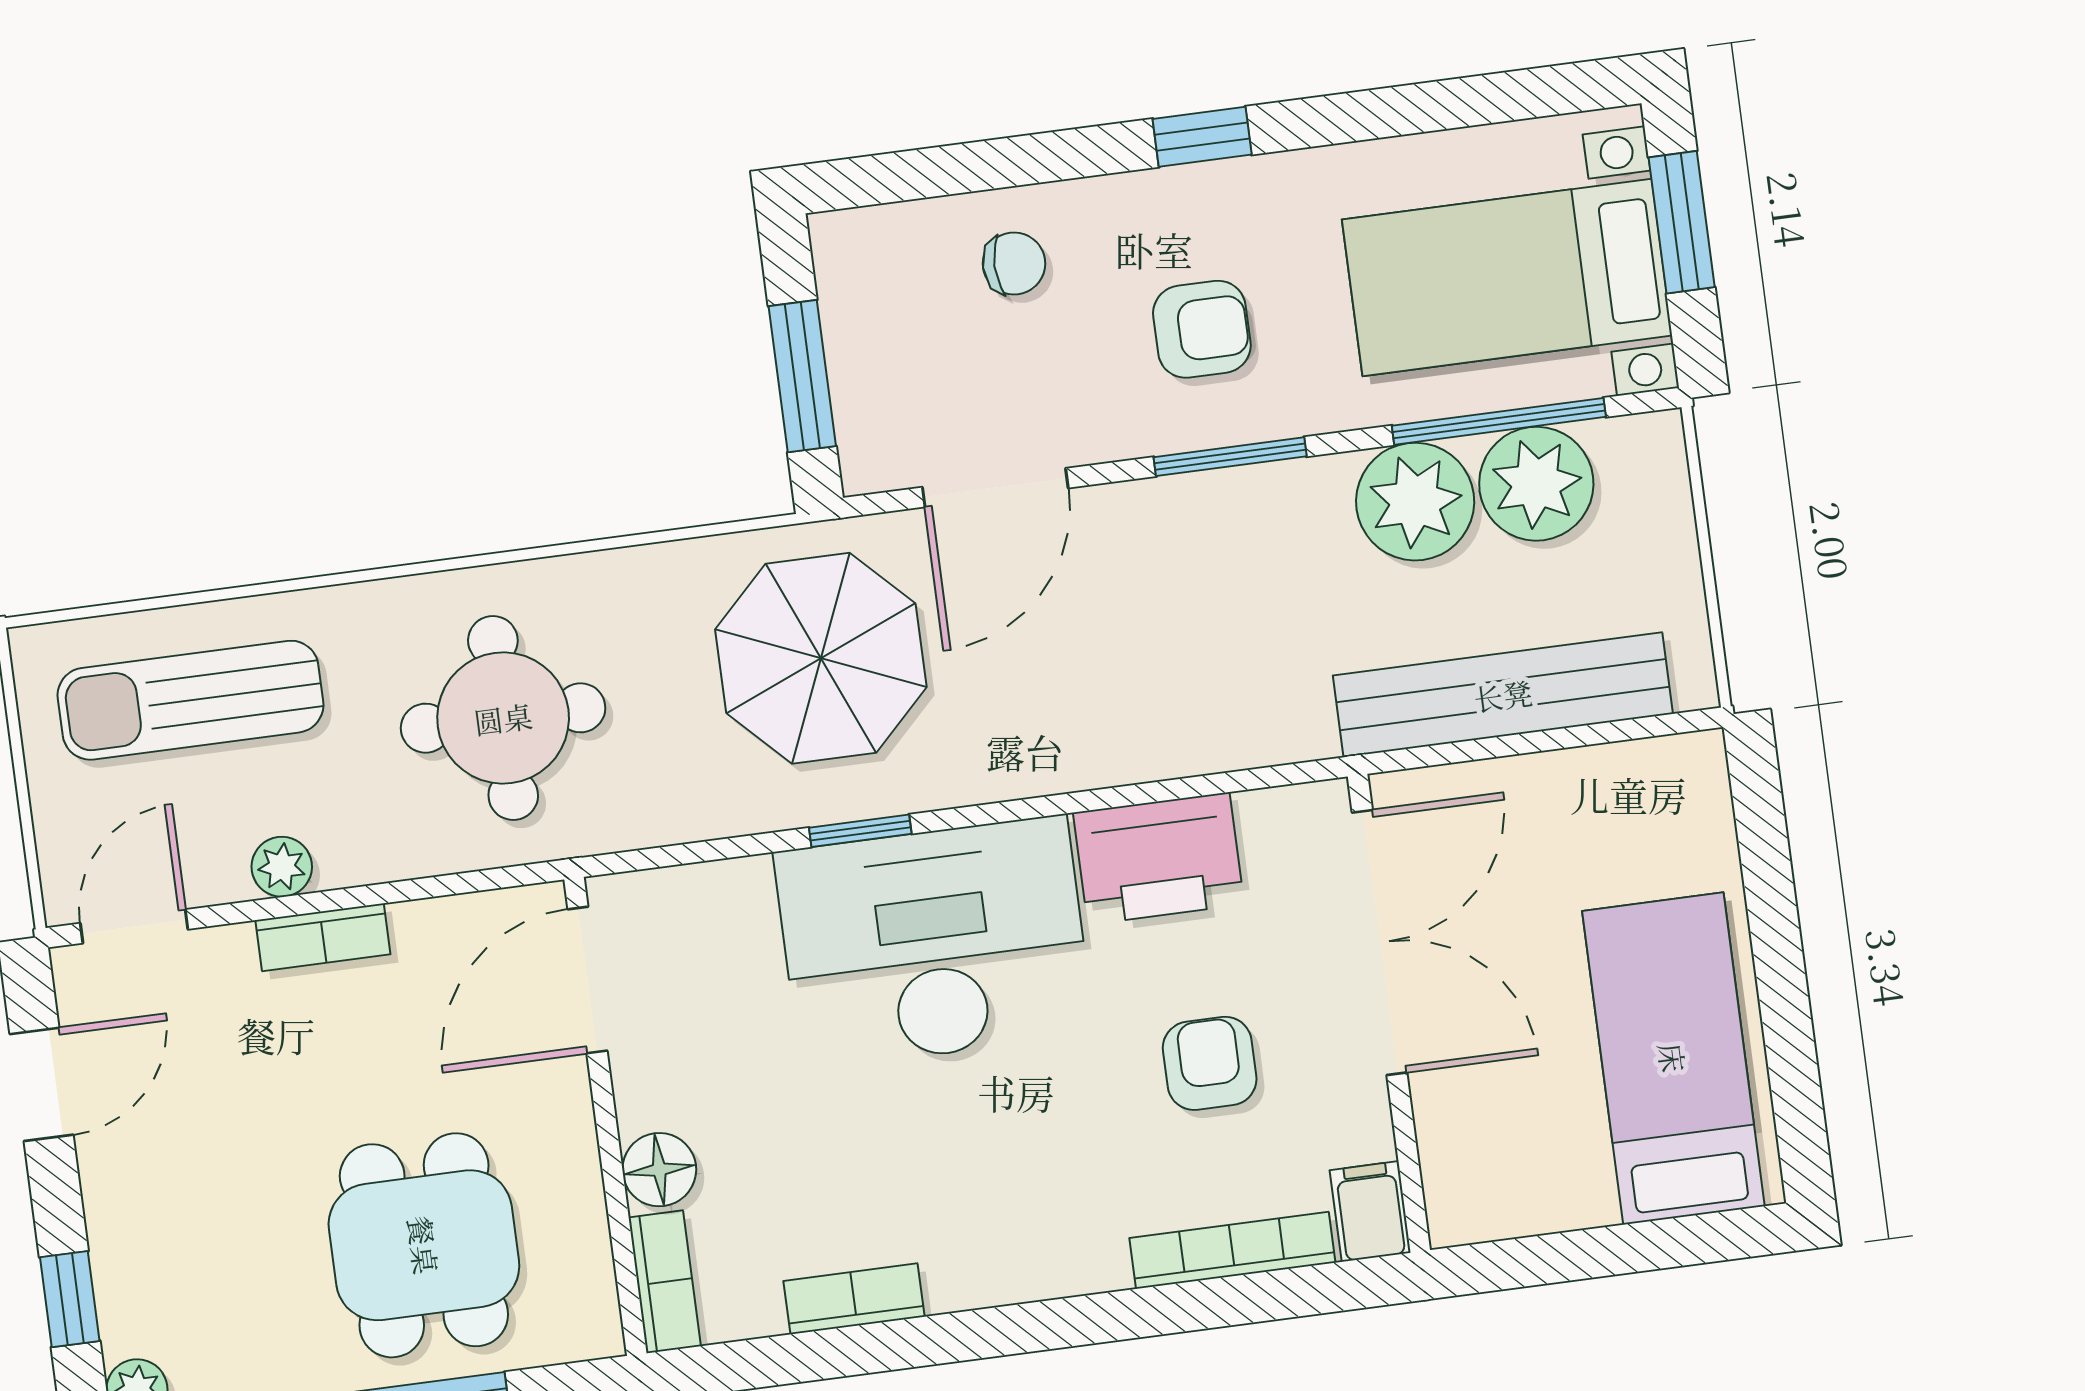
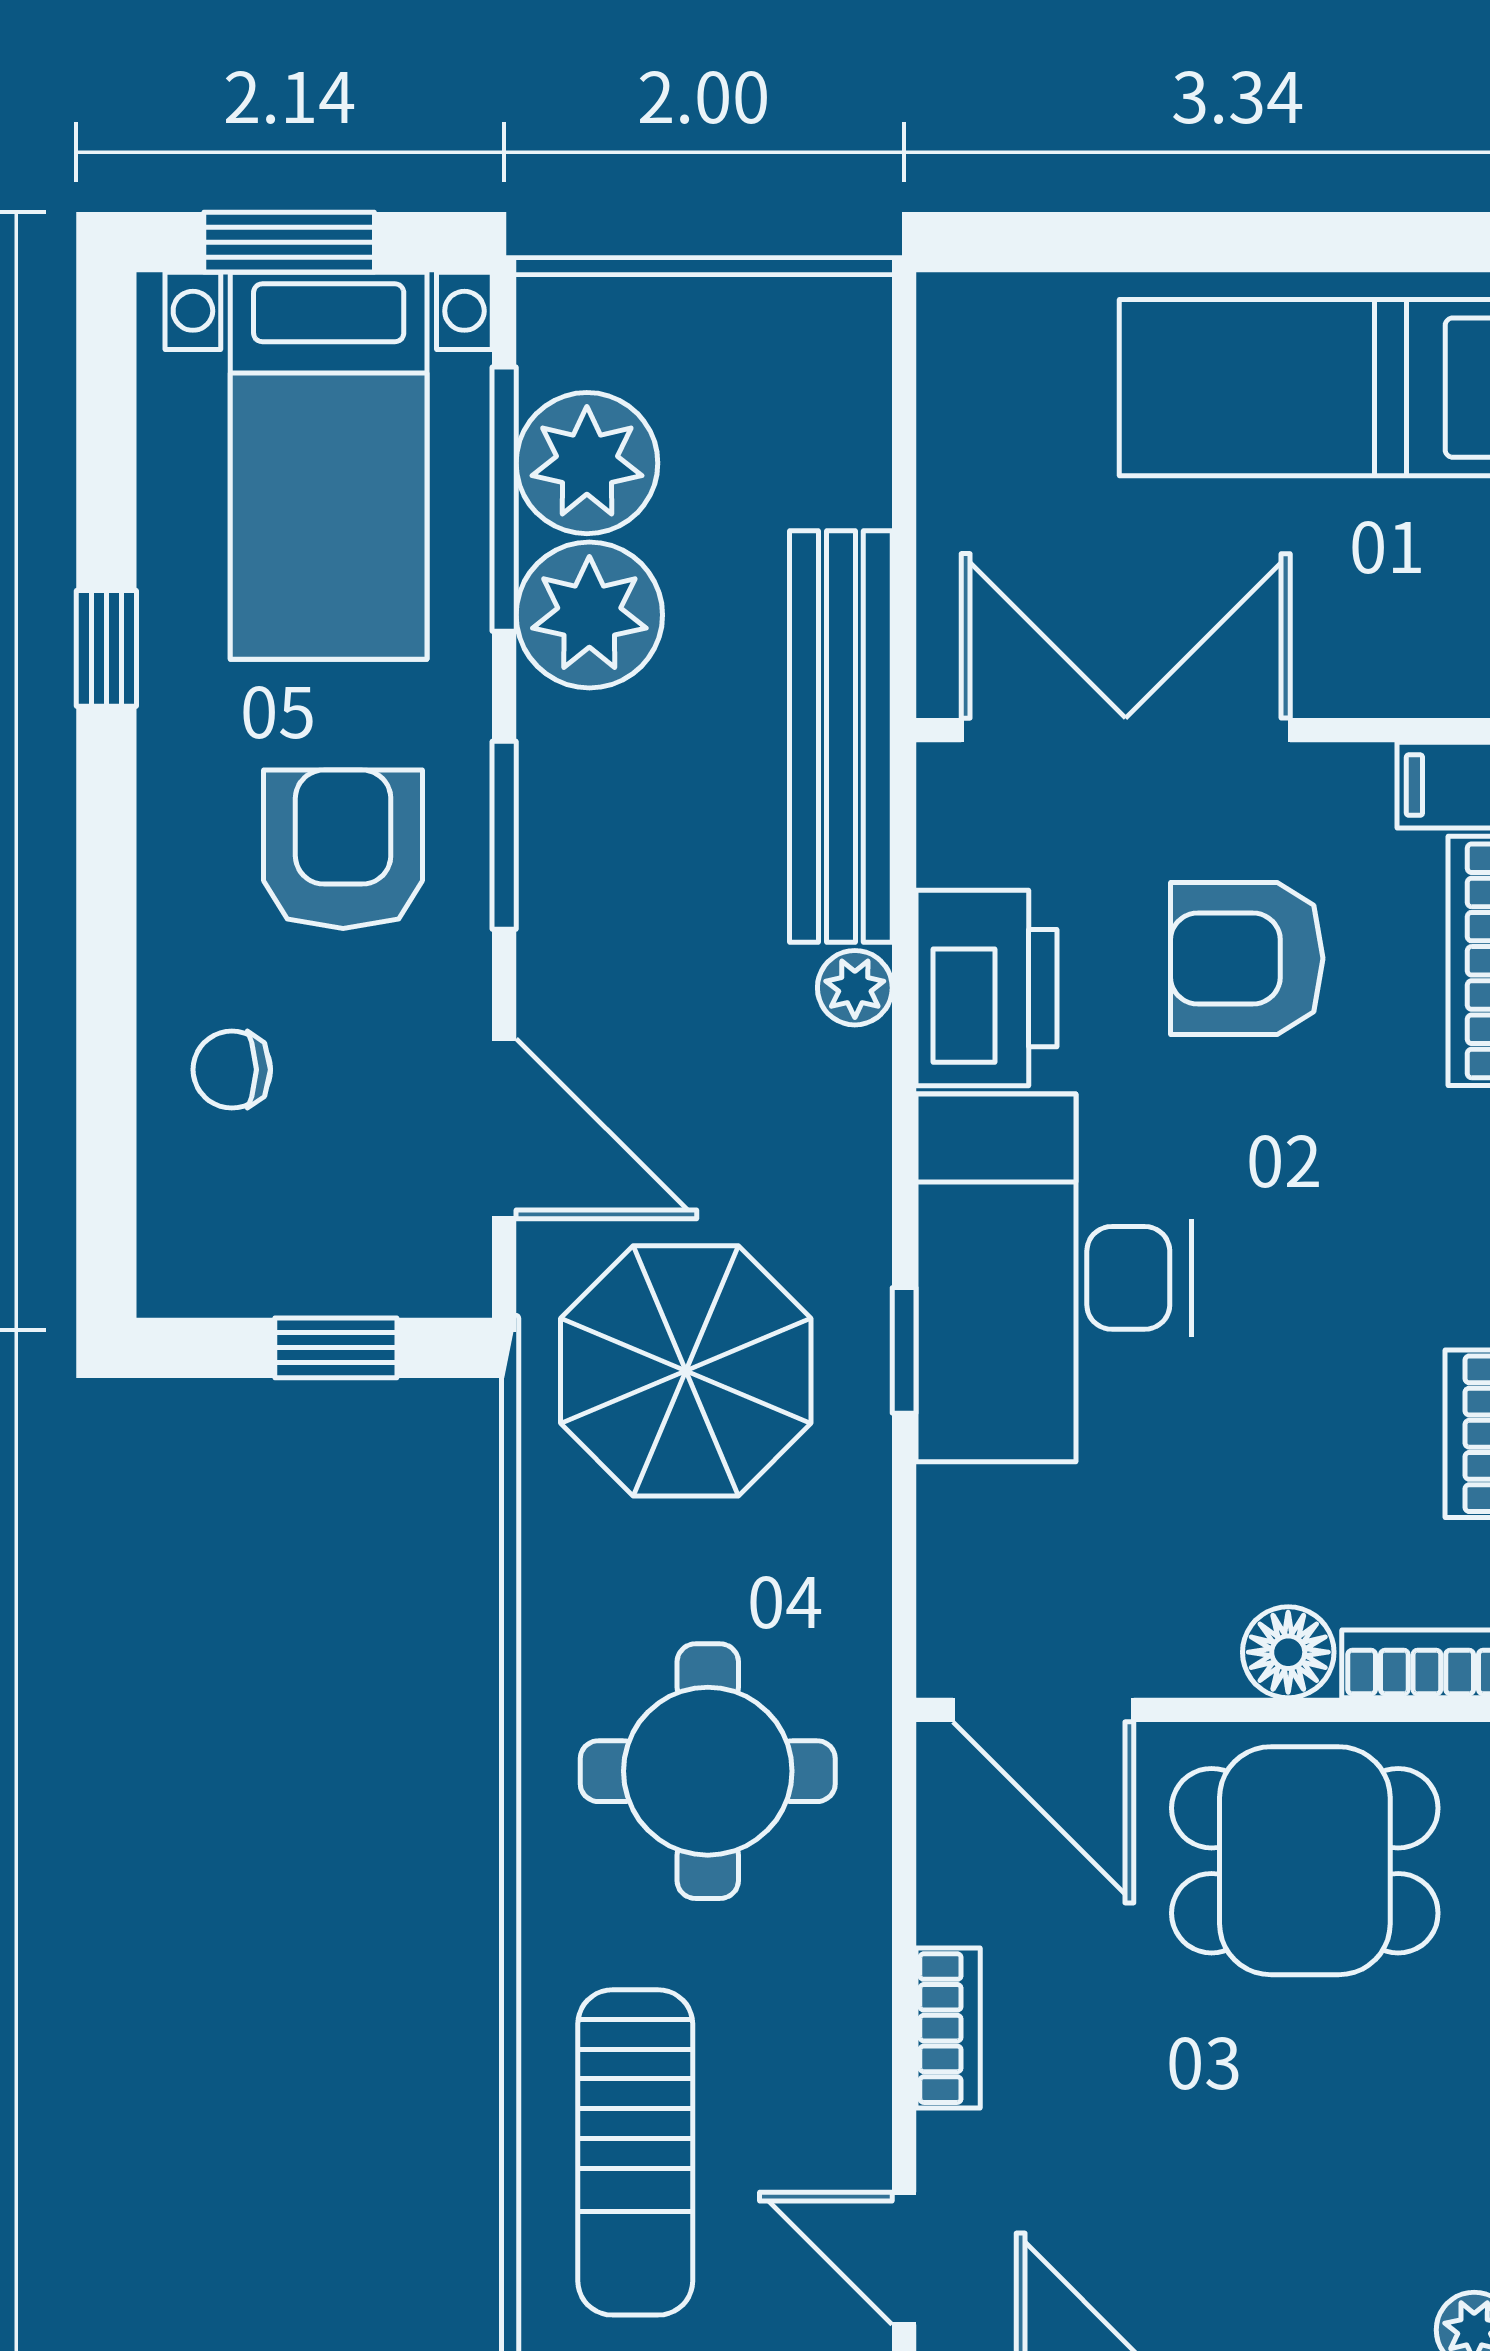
window: (1202, 137) -> (106, 648), moved
chair: (1014, 264) -> (232, 1070), turned -90
armchair: (1202, 329) -> (343, 849), width x1.38, depth x1.38
window: (802, 376) -> (336, 1348), width x0.67
bench: (1503, 695) -> (841, 737), moved
plant: (282, 867) -> (855, 988), moved
armchair: (1210, 1063) -> (1247, 958), width x1.38, depth x1.38
dining table: (424, 1245) -> (1305, 1861), moved

